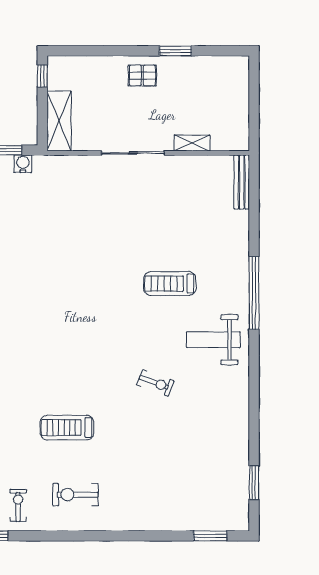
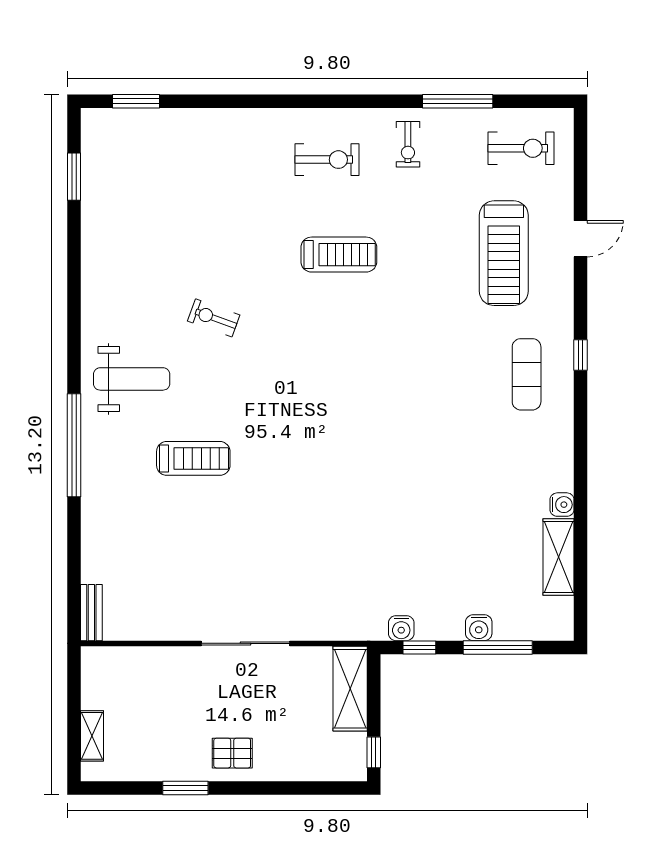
shelving: (192, 143) -> (92, 736), moved, turned 90
bench: (242, 182) -> (91, 613), width x0.73

